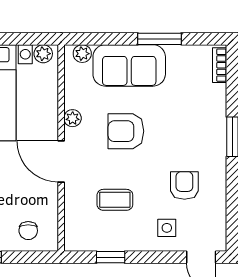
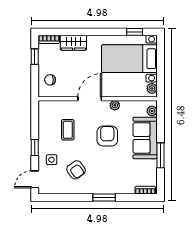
armchair: (184, 185) -> (76, 170), turned 54
window: (111, 257) -> (35, 148), moved

